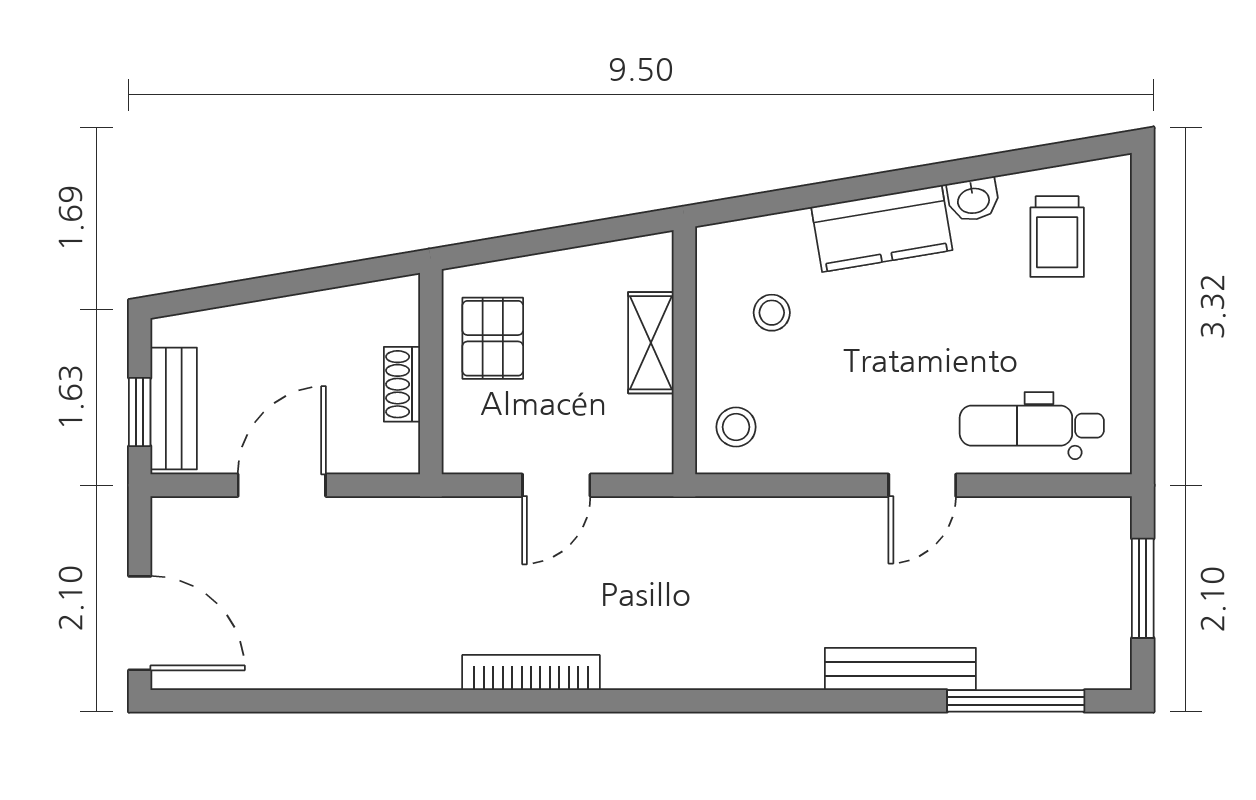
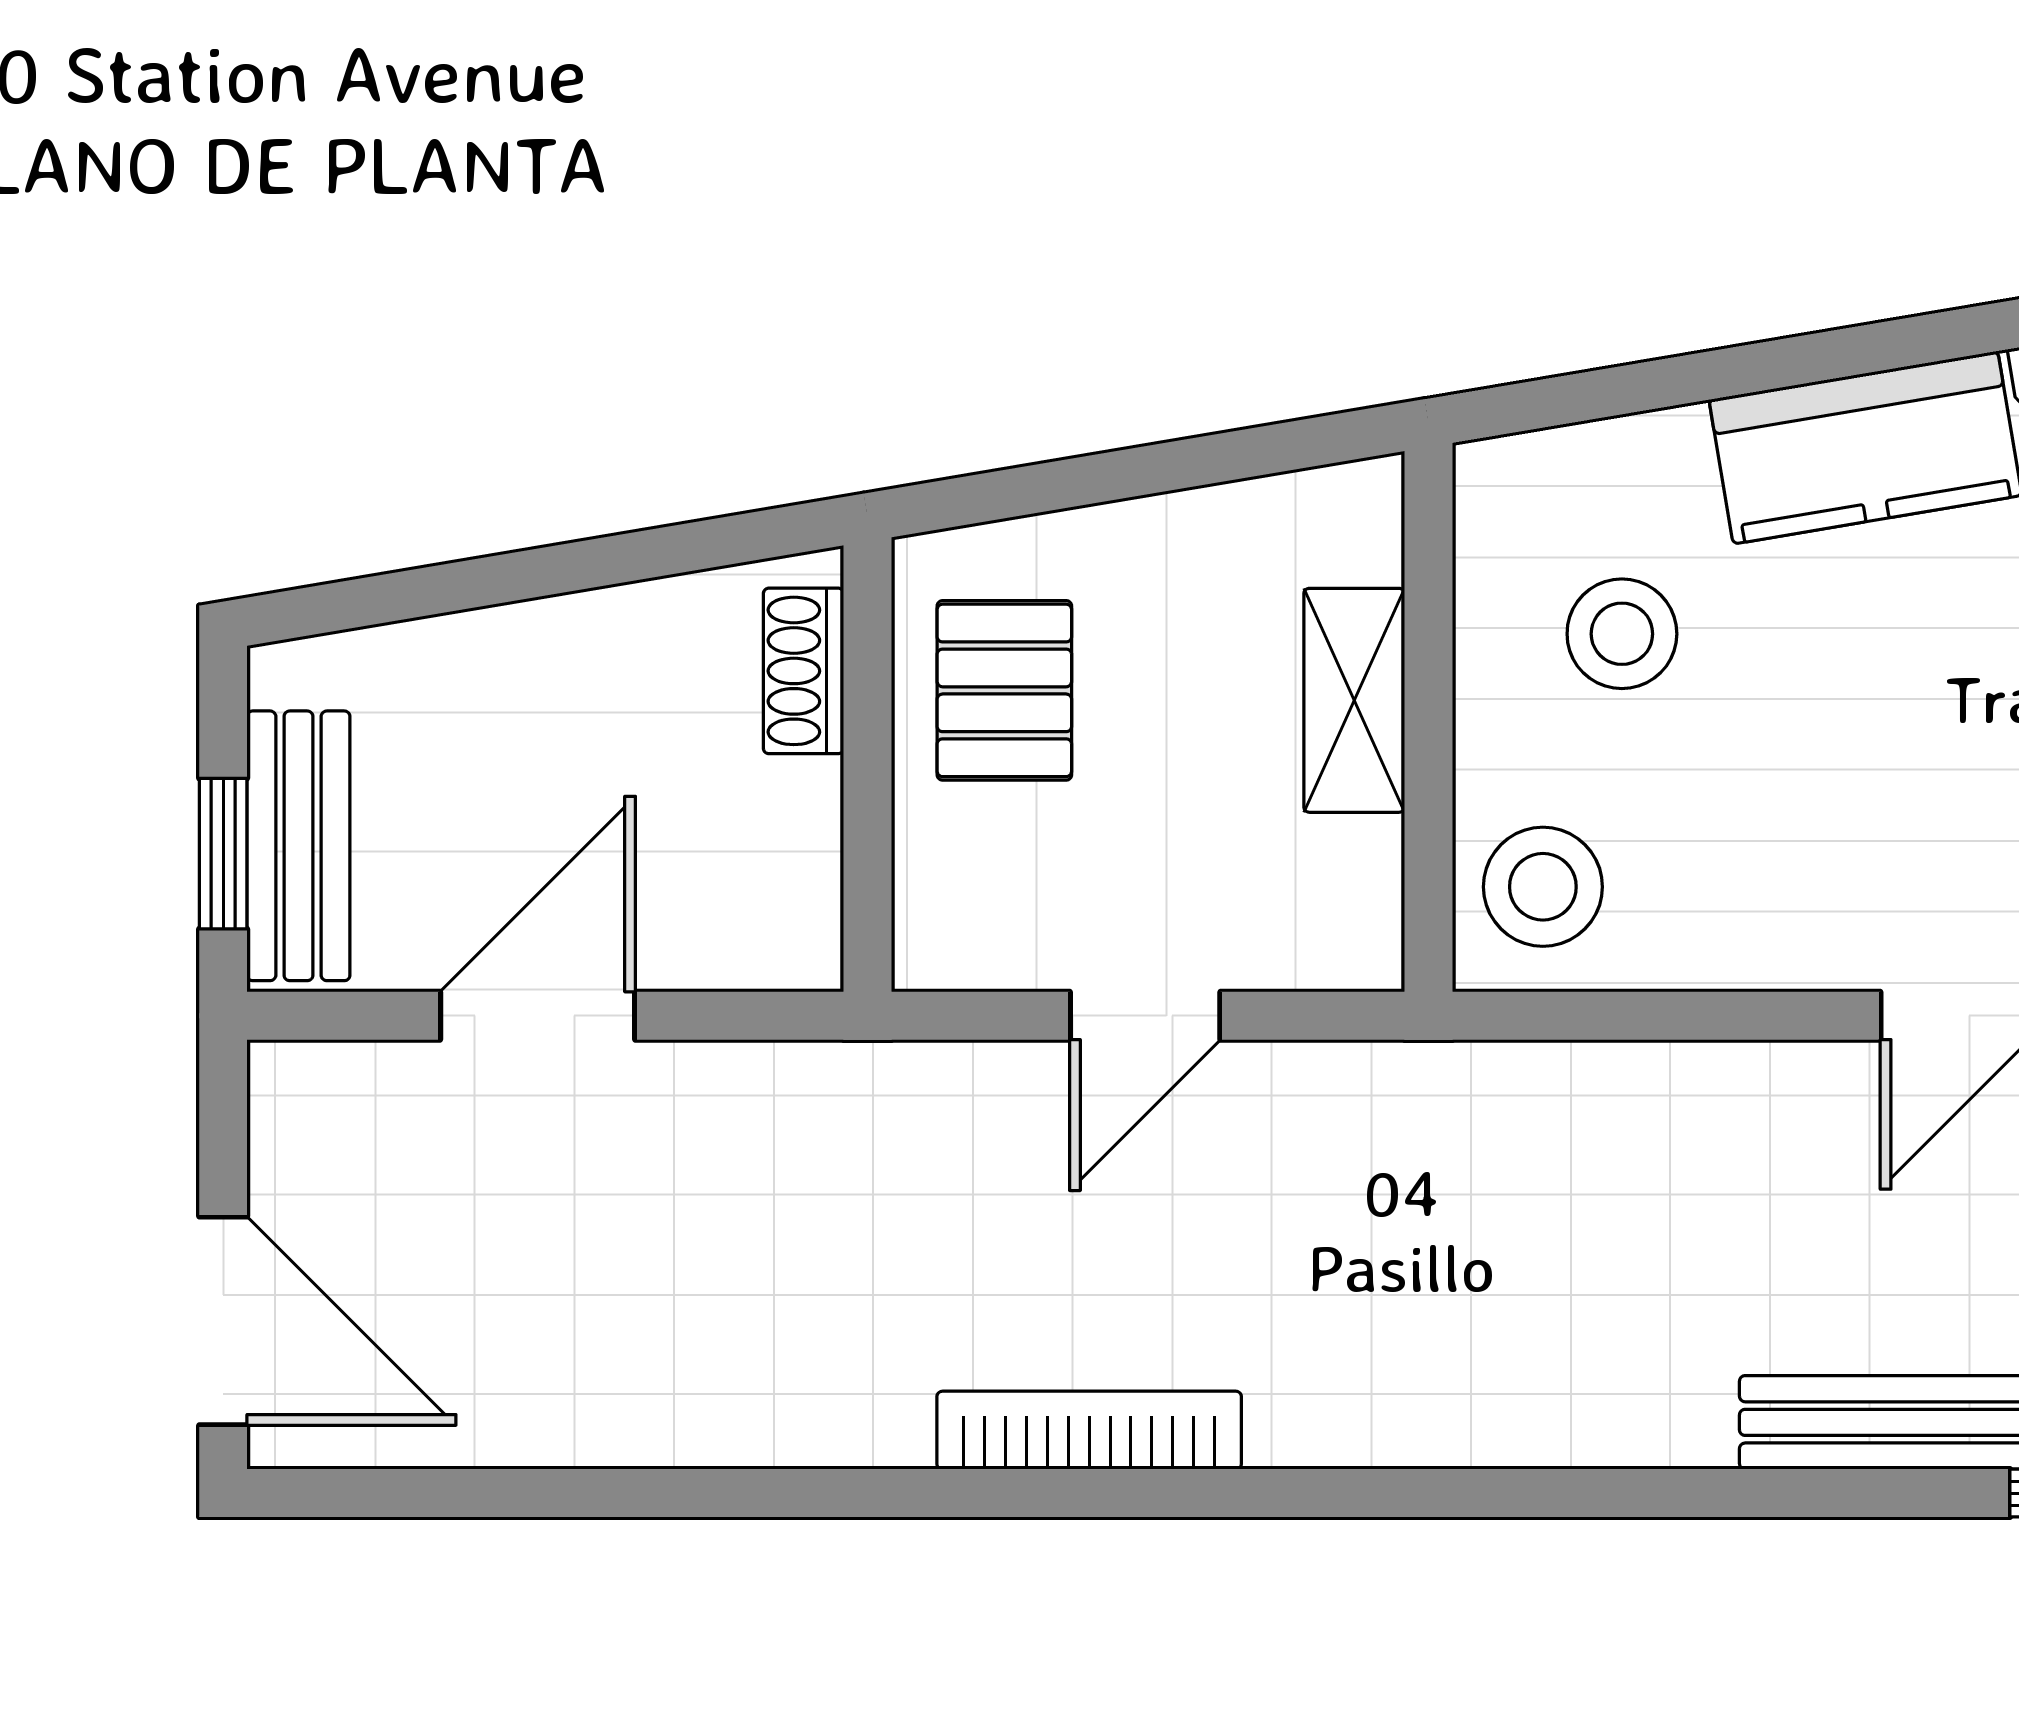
stool: (772, 313) -> (1622, 634), width x1.37, depth x1.37
shoe rack: (402, 384) -> (804, 671), moved
stool: (736, 427) -> (1543, 887), width x1.37, depth x1.37

